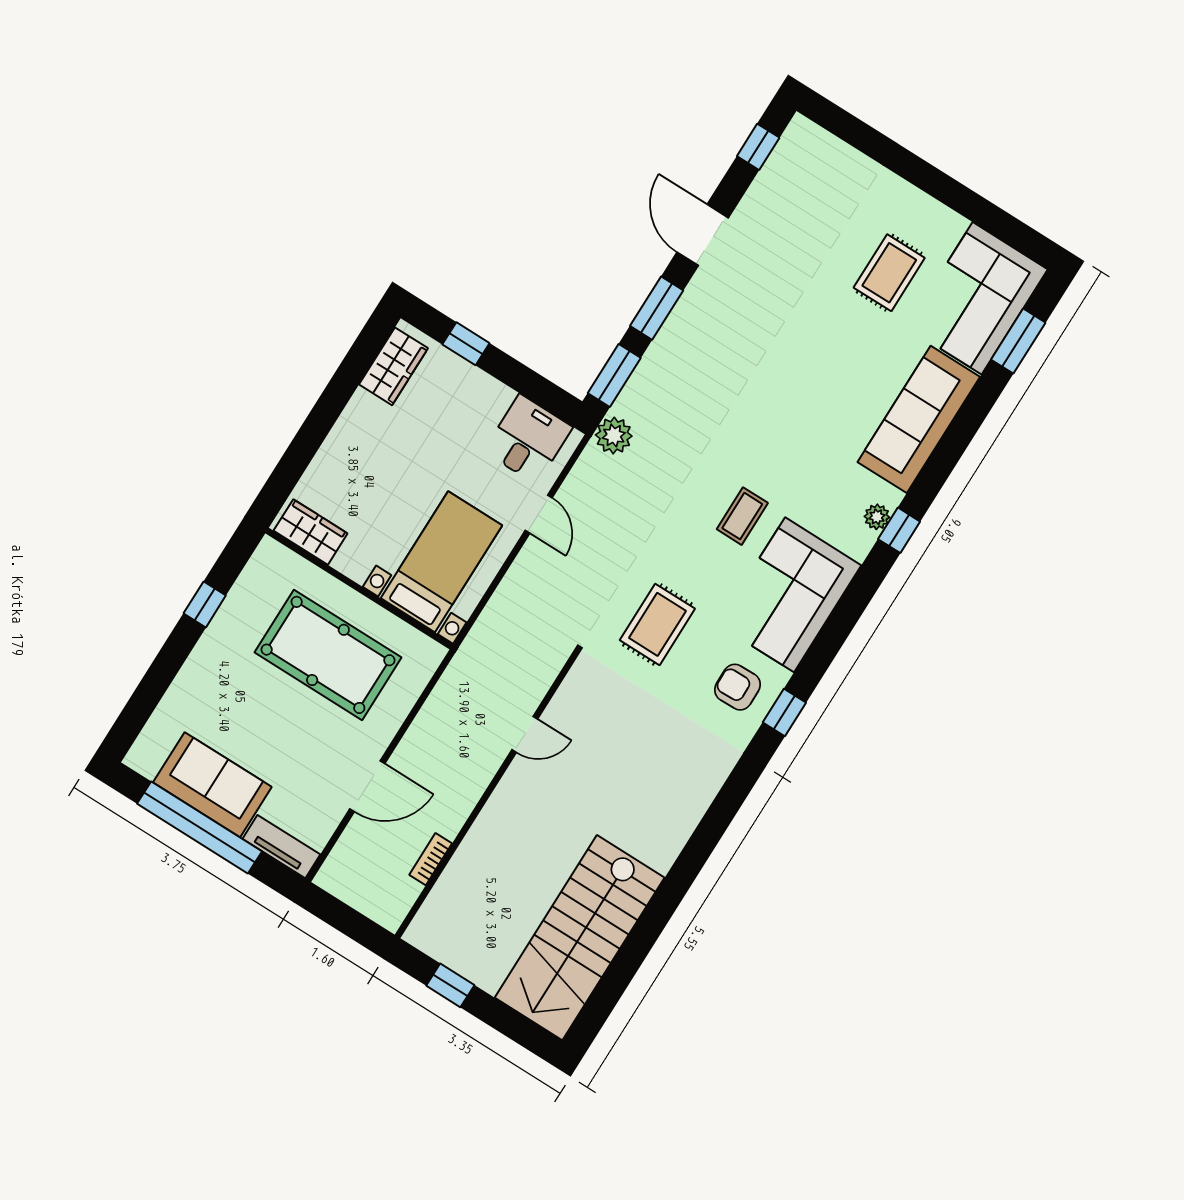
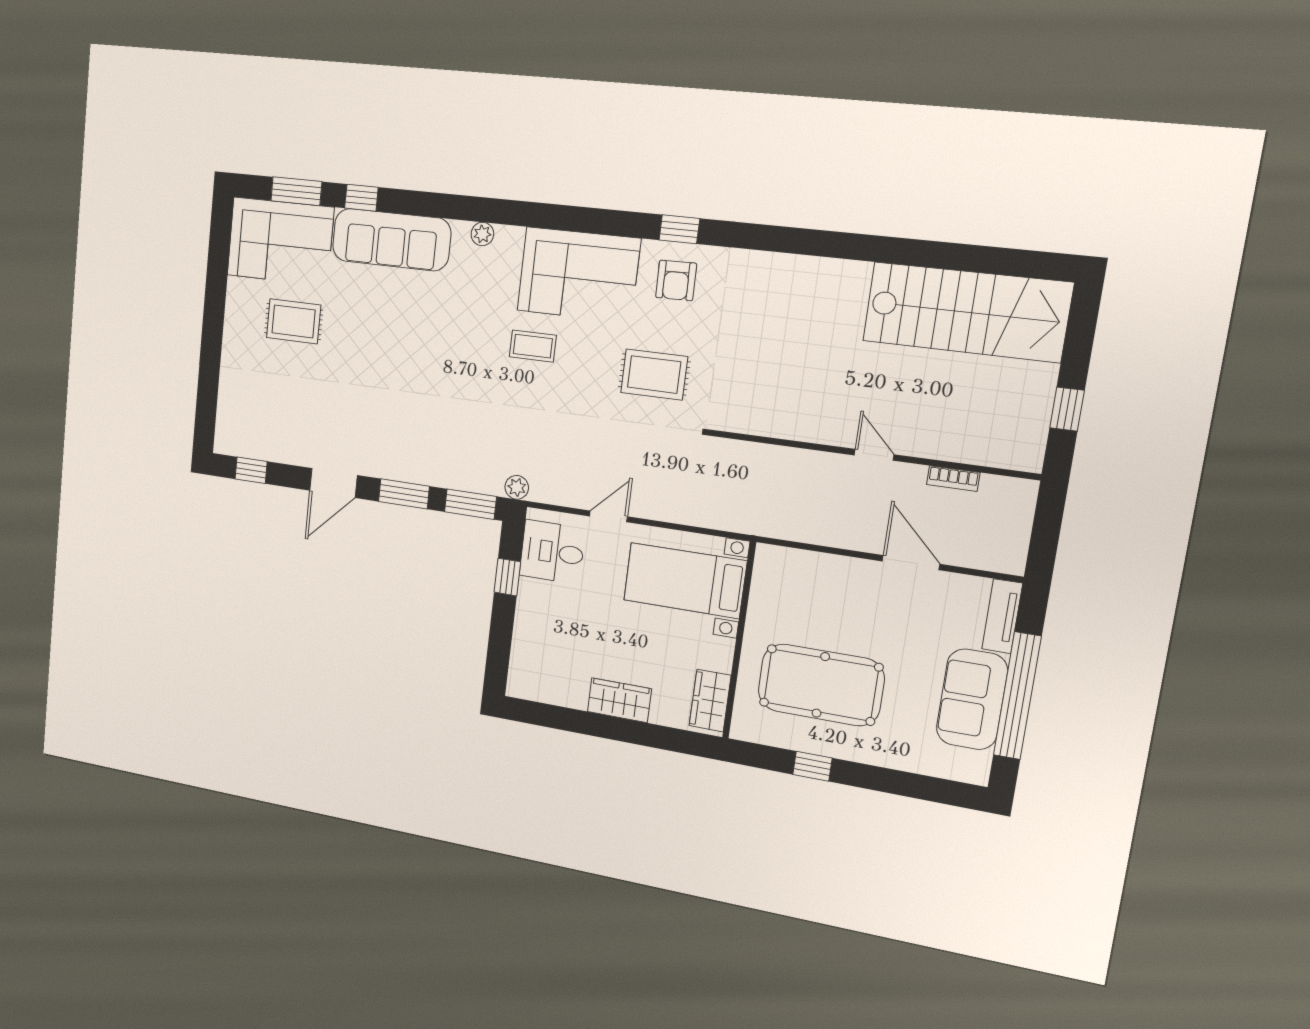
window: (466, 344) -> (507, 577), moved
wardrobe: (393, 366) -> (619, 700), moved
plant: (614, 436) -> (517, 487), width x0.73, depth x0.73
window: (899, 530) -> (361, 198), moved
pool table: (328, 655) -> (821, 685), moved, turned 90
door: (525, 734) -> (874, 455), moved

